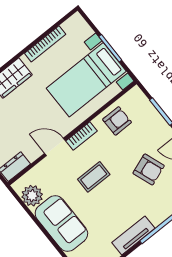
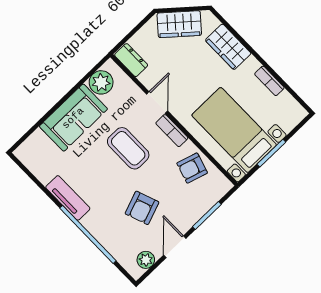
bookcase: (45, 44) -> (269, 81), width x0.64
armchair: (117, 121) -> (192, 168), turned 107
coffee table: (94, 177) -> (128, 148), width x1.36, depth x1.30

